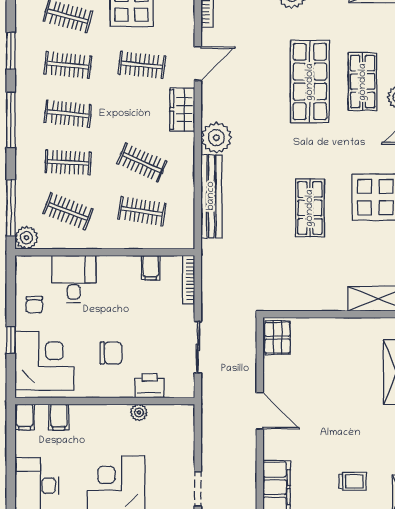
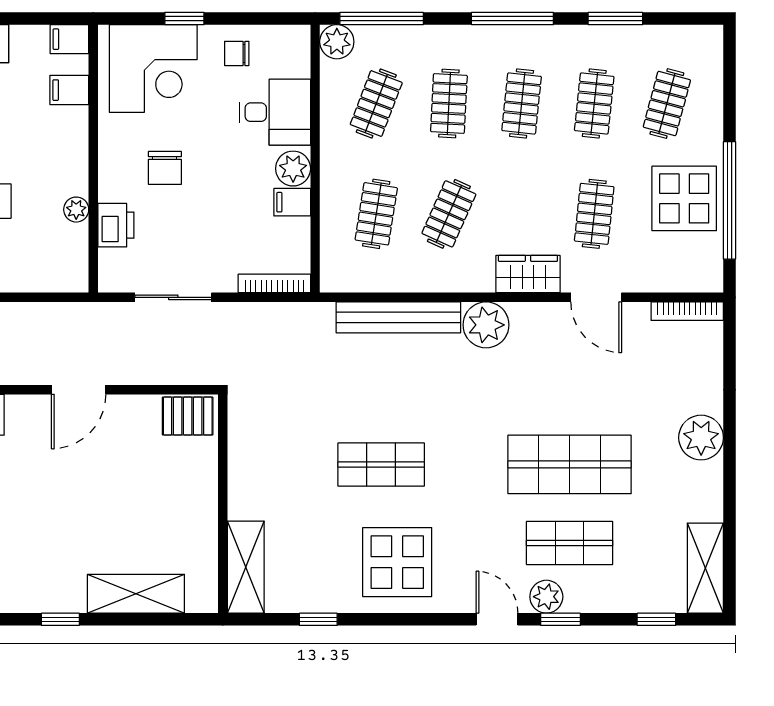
plant: (111, 267) -> (293, 169), added
filing cabinet: (151, 268) -> (292, 202), moved

